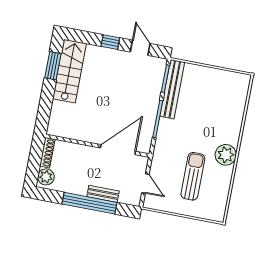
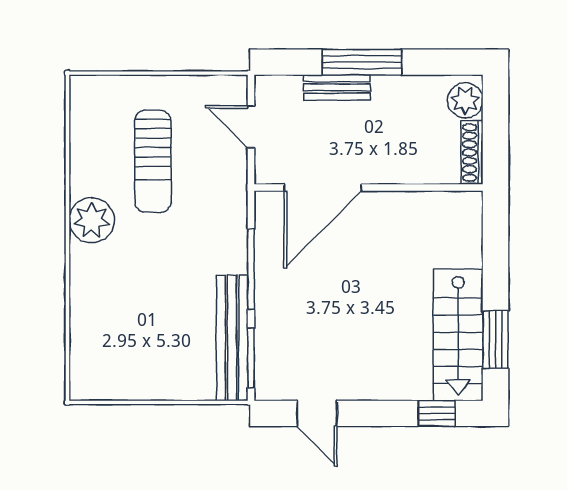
window: (110, 42) -> (437, 413), moved
window: (90, 203) -> (362, 62), width x0.68

